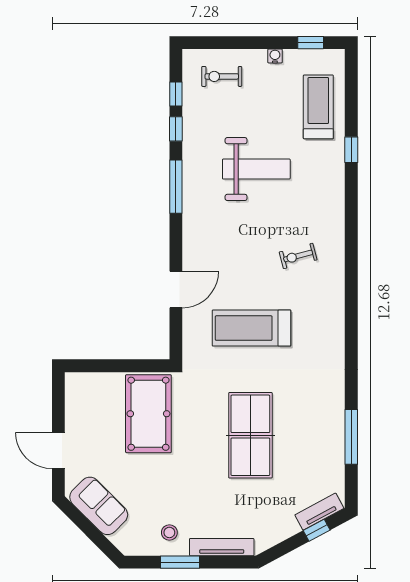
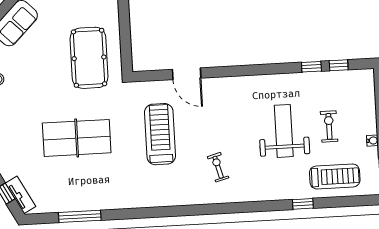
exercise bike: (222, 76) -> (329, 126), moved
weight bench: (256, 169) -> (284, 131), turned 180
window: (176, 187) -> (267, 69), removed
pool table: (148, 414) -> (89, 58), turned 90

